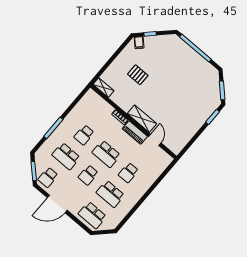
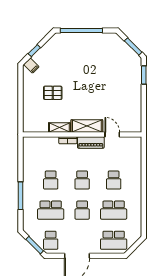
shelving: (104, 88) -> (59, 127), moved
school desk: (106, 154) -> (82, 180), width x0.54

